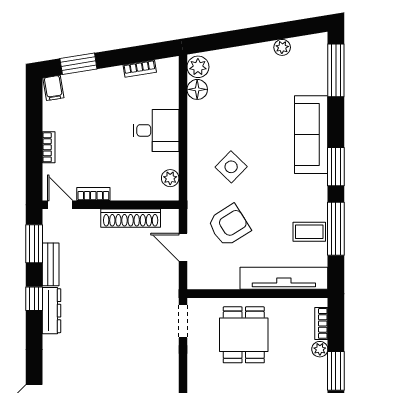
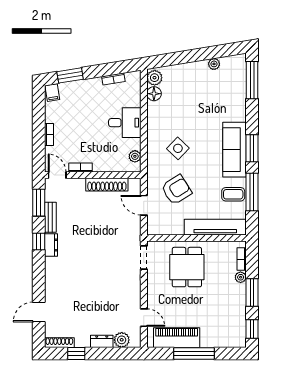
sofa: (311, 135) -> (234, 150), moved
dresser: (51, 311) -> (51, 245), width x0.70

